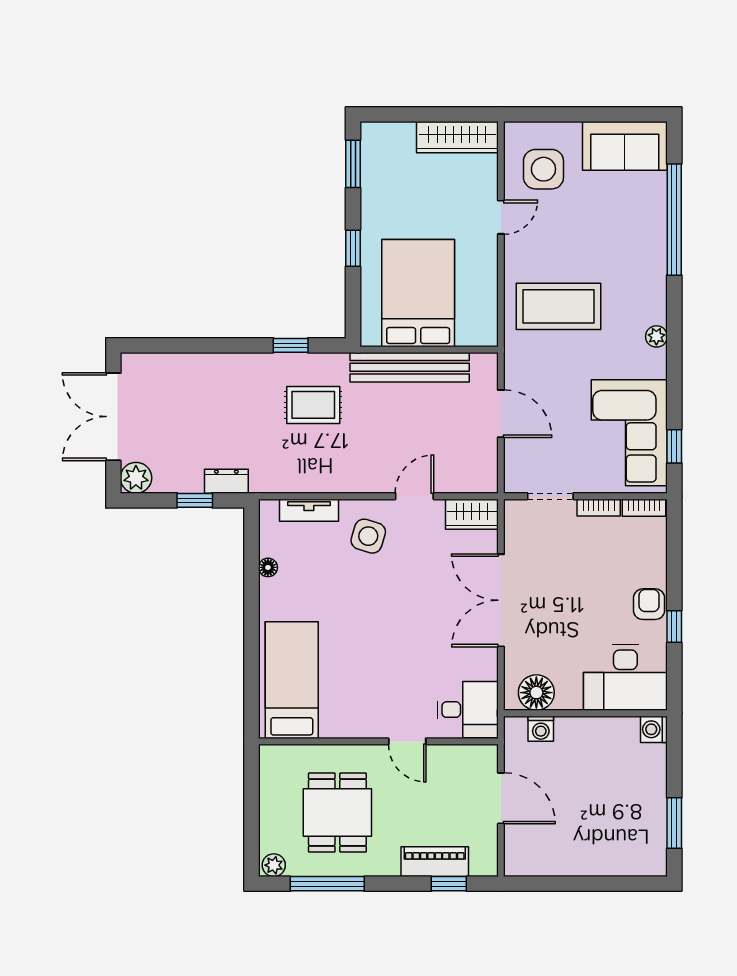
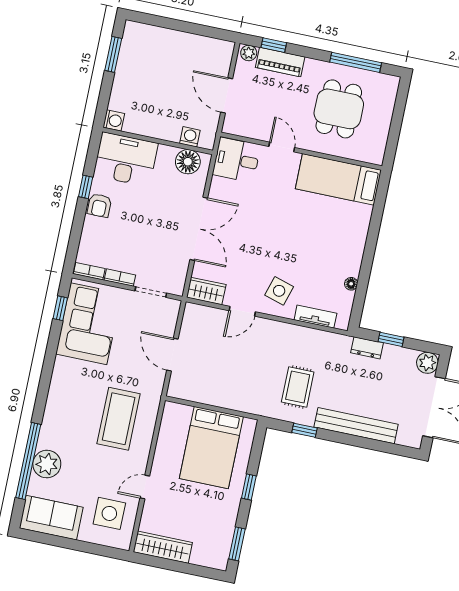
coffee table: (559, 306) -> (119, 419), turned 90
plant: (656, 336) -> (47, 464), moved, width x1.88, depth x1.88
bench: (410, 367) -> (356, 426), moved
rug: (313, 405) -> (298, 387), turned 90
bed: (292, 680) -> (338, 179), moved, turned 90
plant: (274, 865) -> (249, 53), moved

